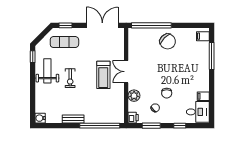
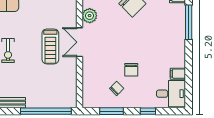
plant: (134, 96) -> (90, 16), moved
printer: (133, 118) -> (88, 101), removed

